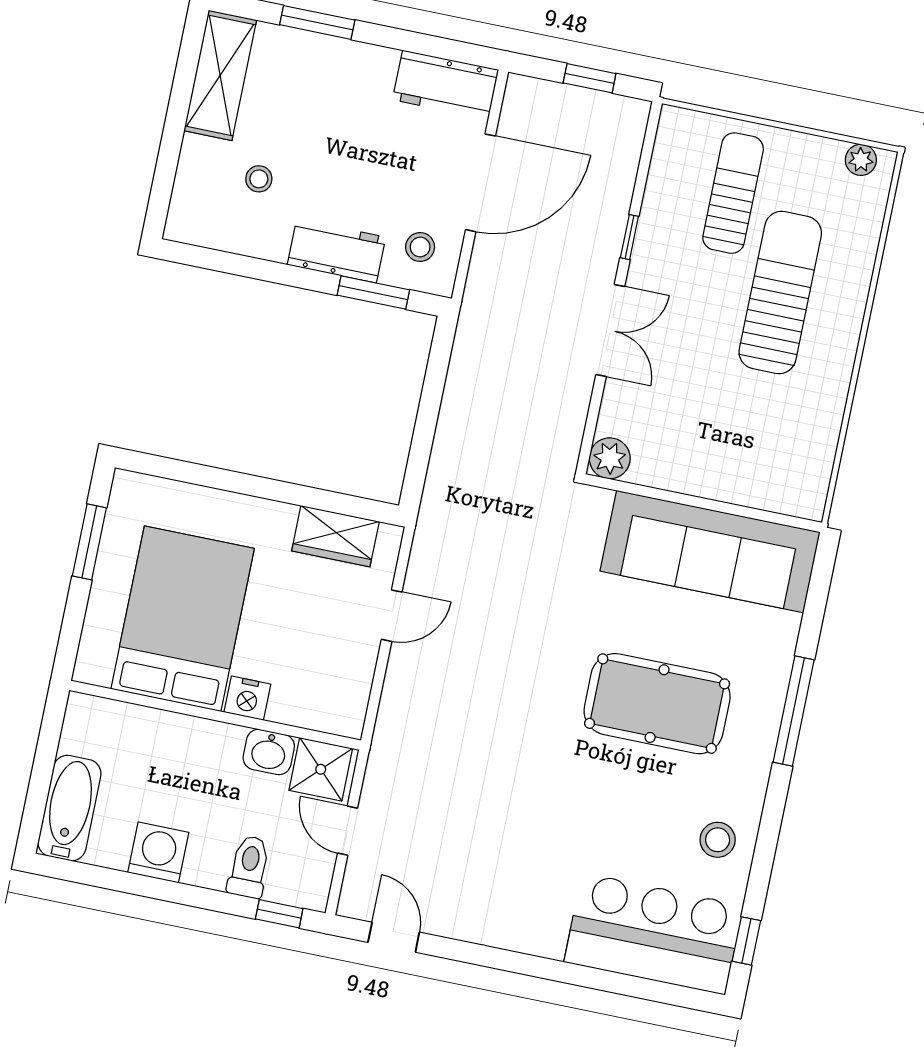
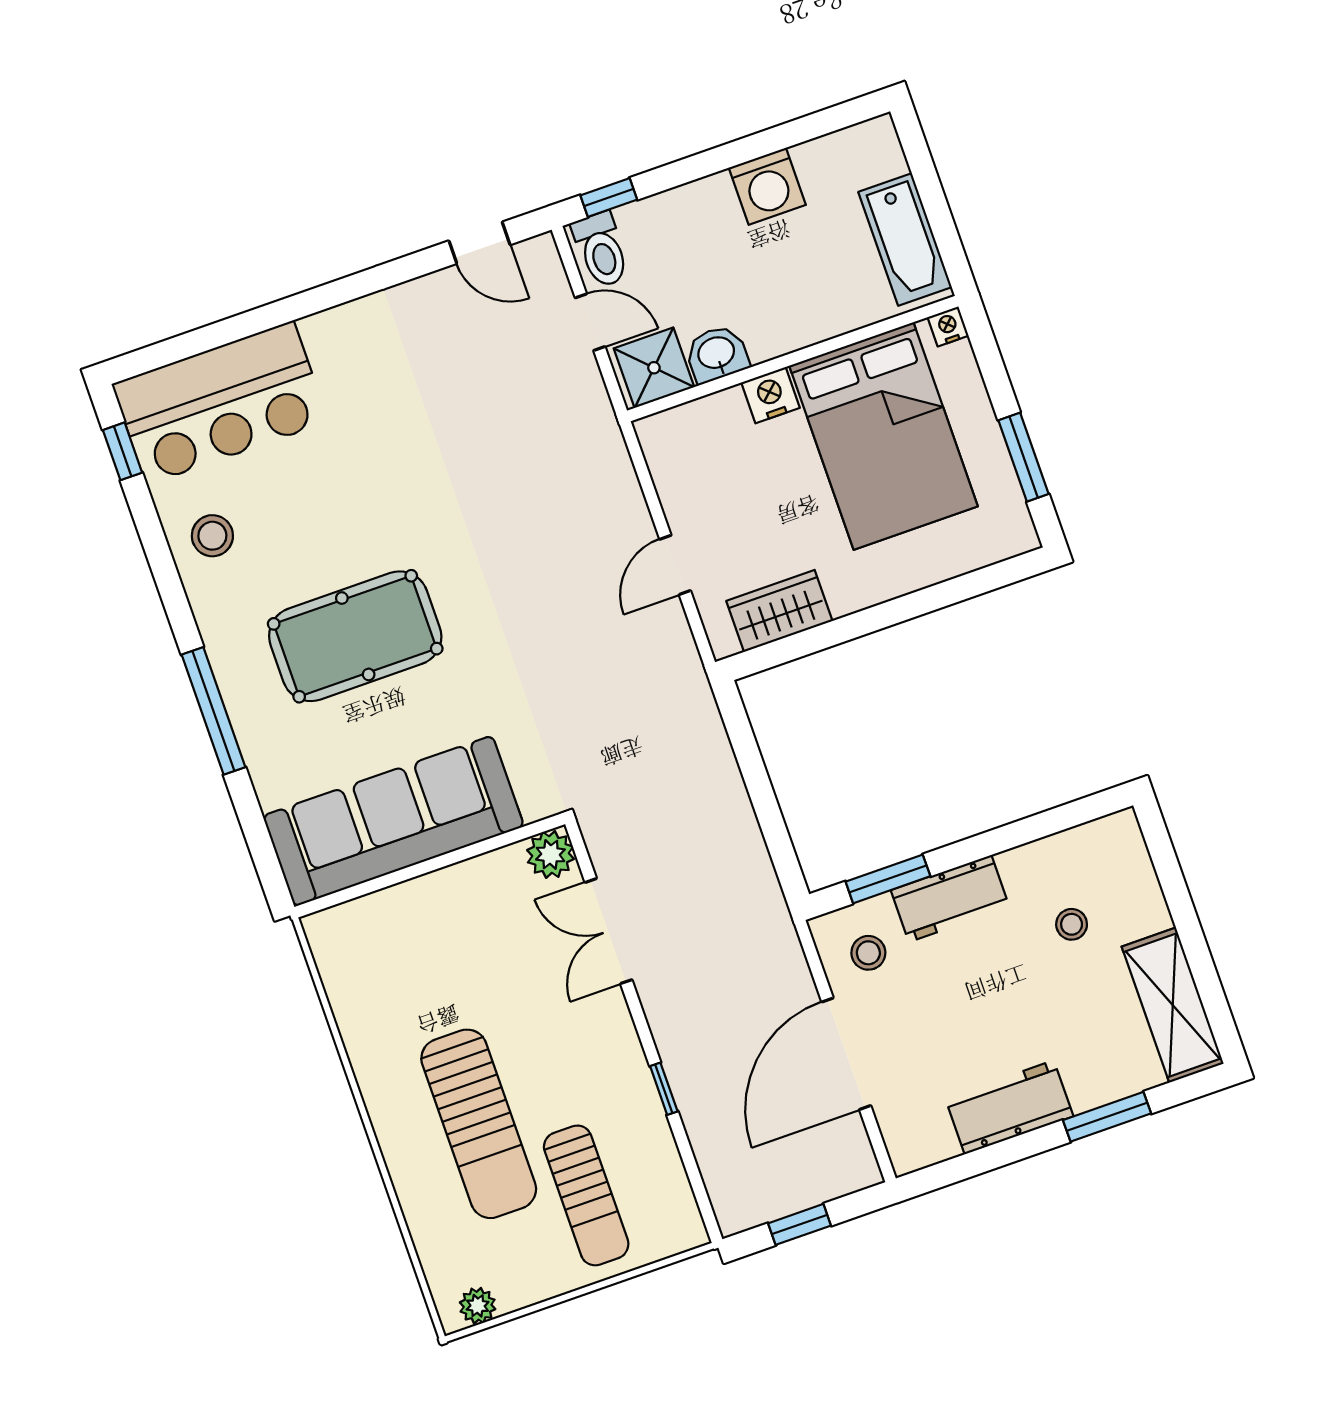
workbench: (446, 85) -> (1009, 1107), moved
double door: (610, 331) -> (609, 931), moved
nightstand: (87, 671) -> (948, 326), added
bathtub: (69, 808) -> (905, 239), moved
toilet: (249, 867) -> (601, 250), moved

